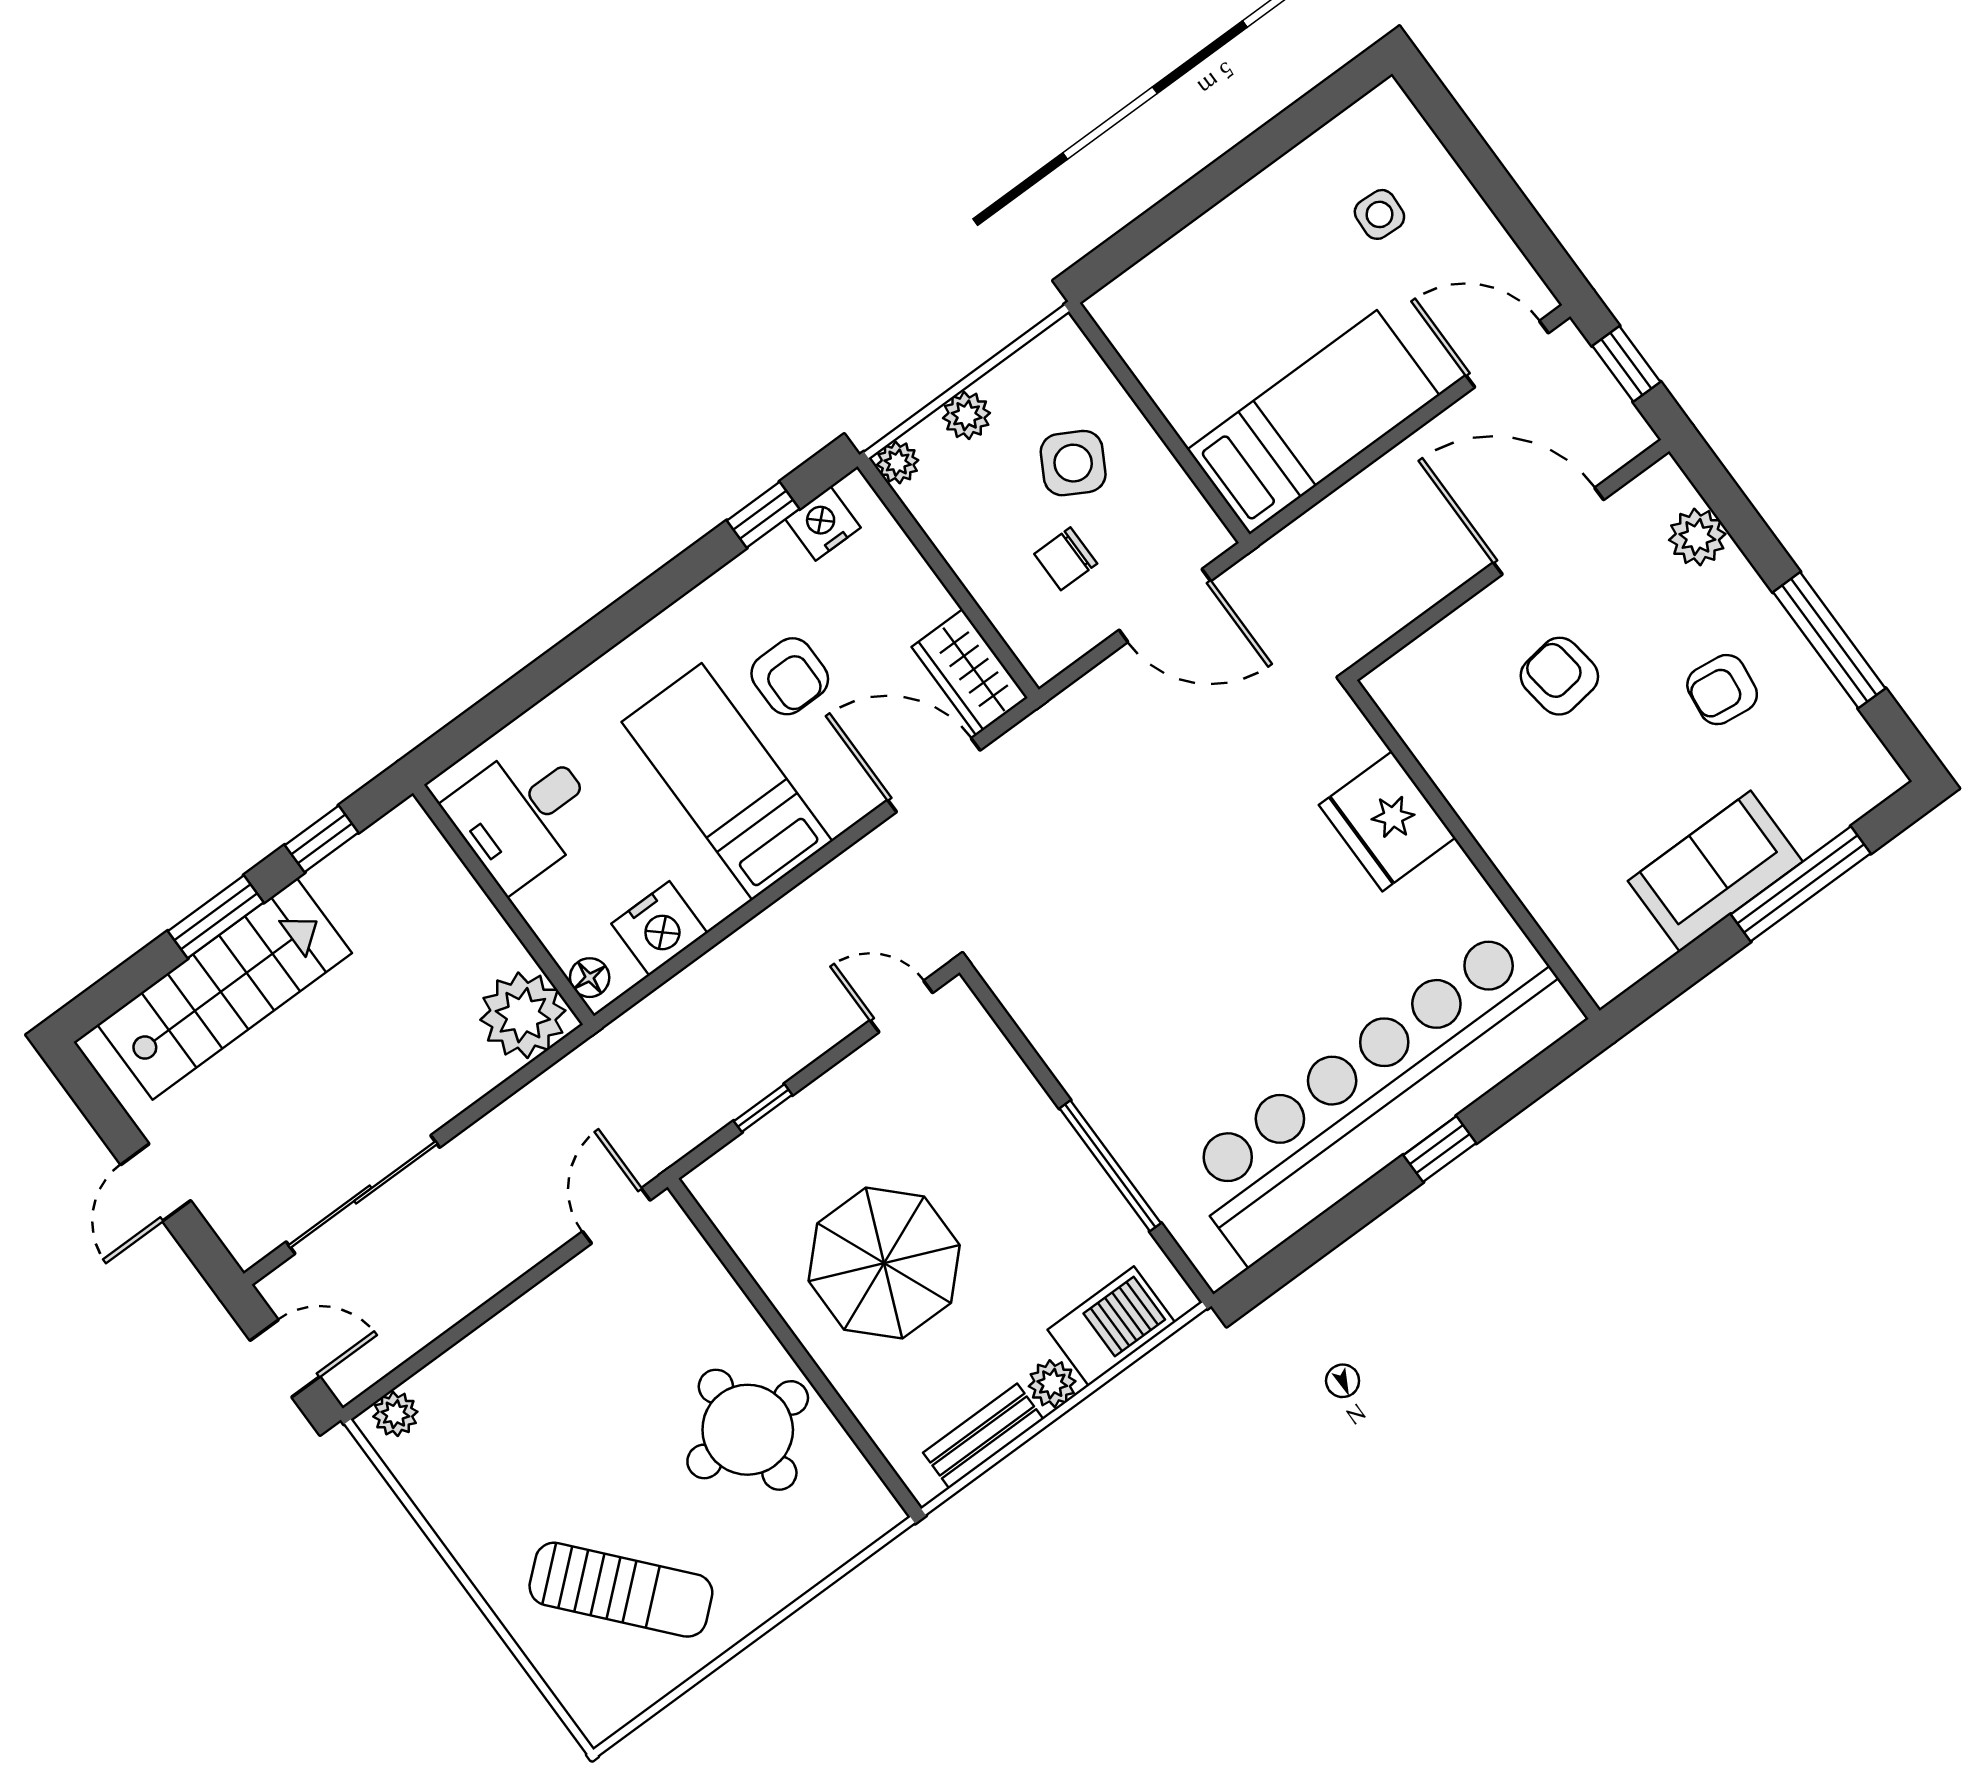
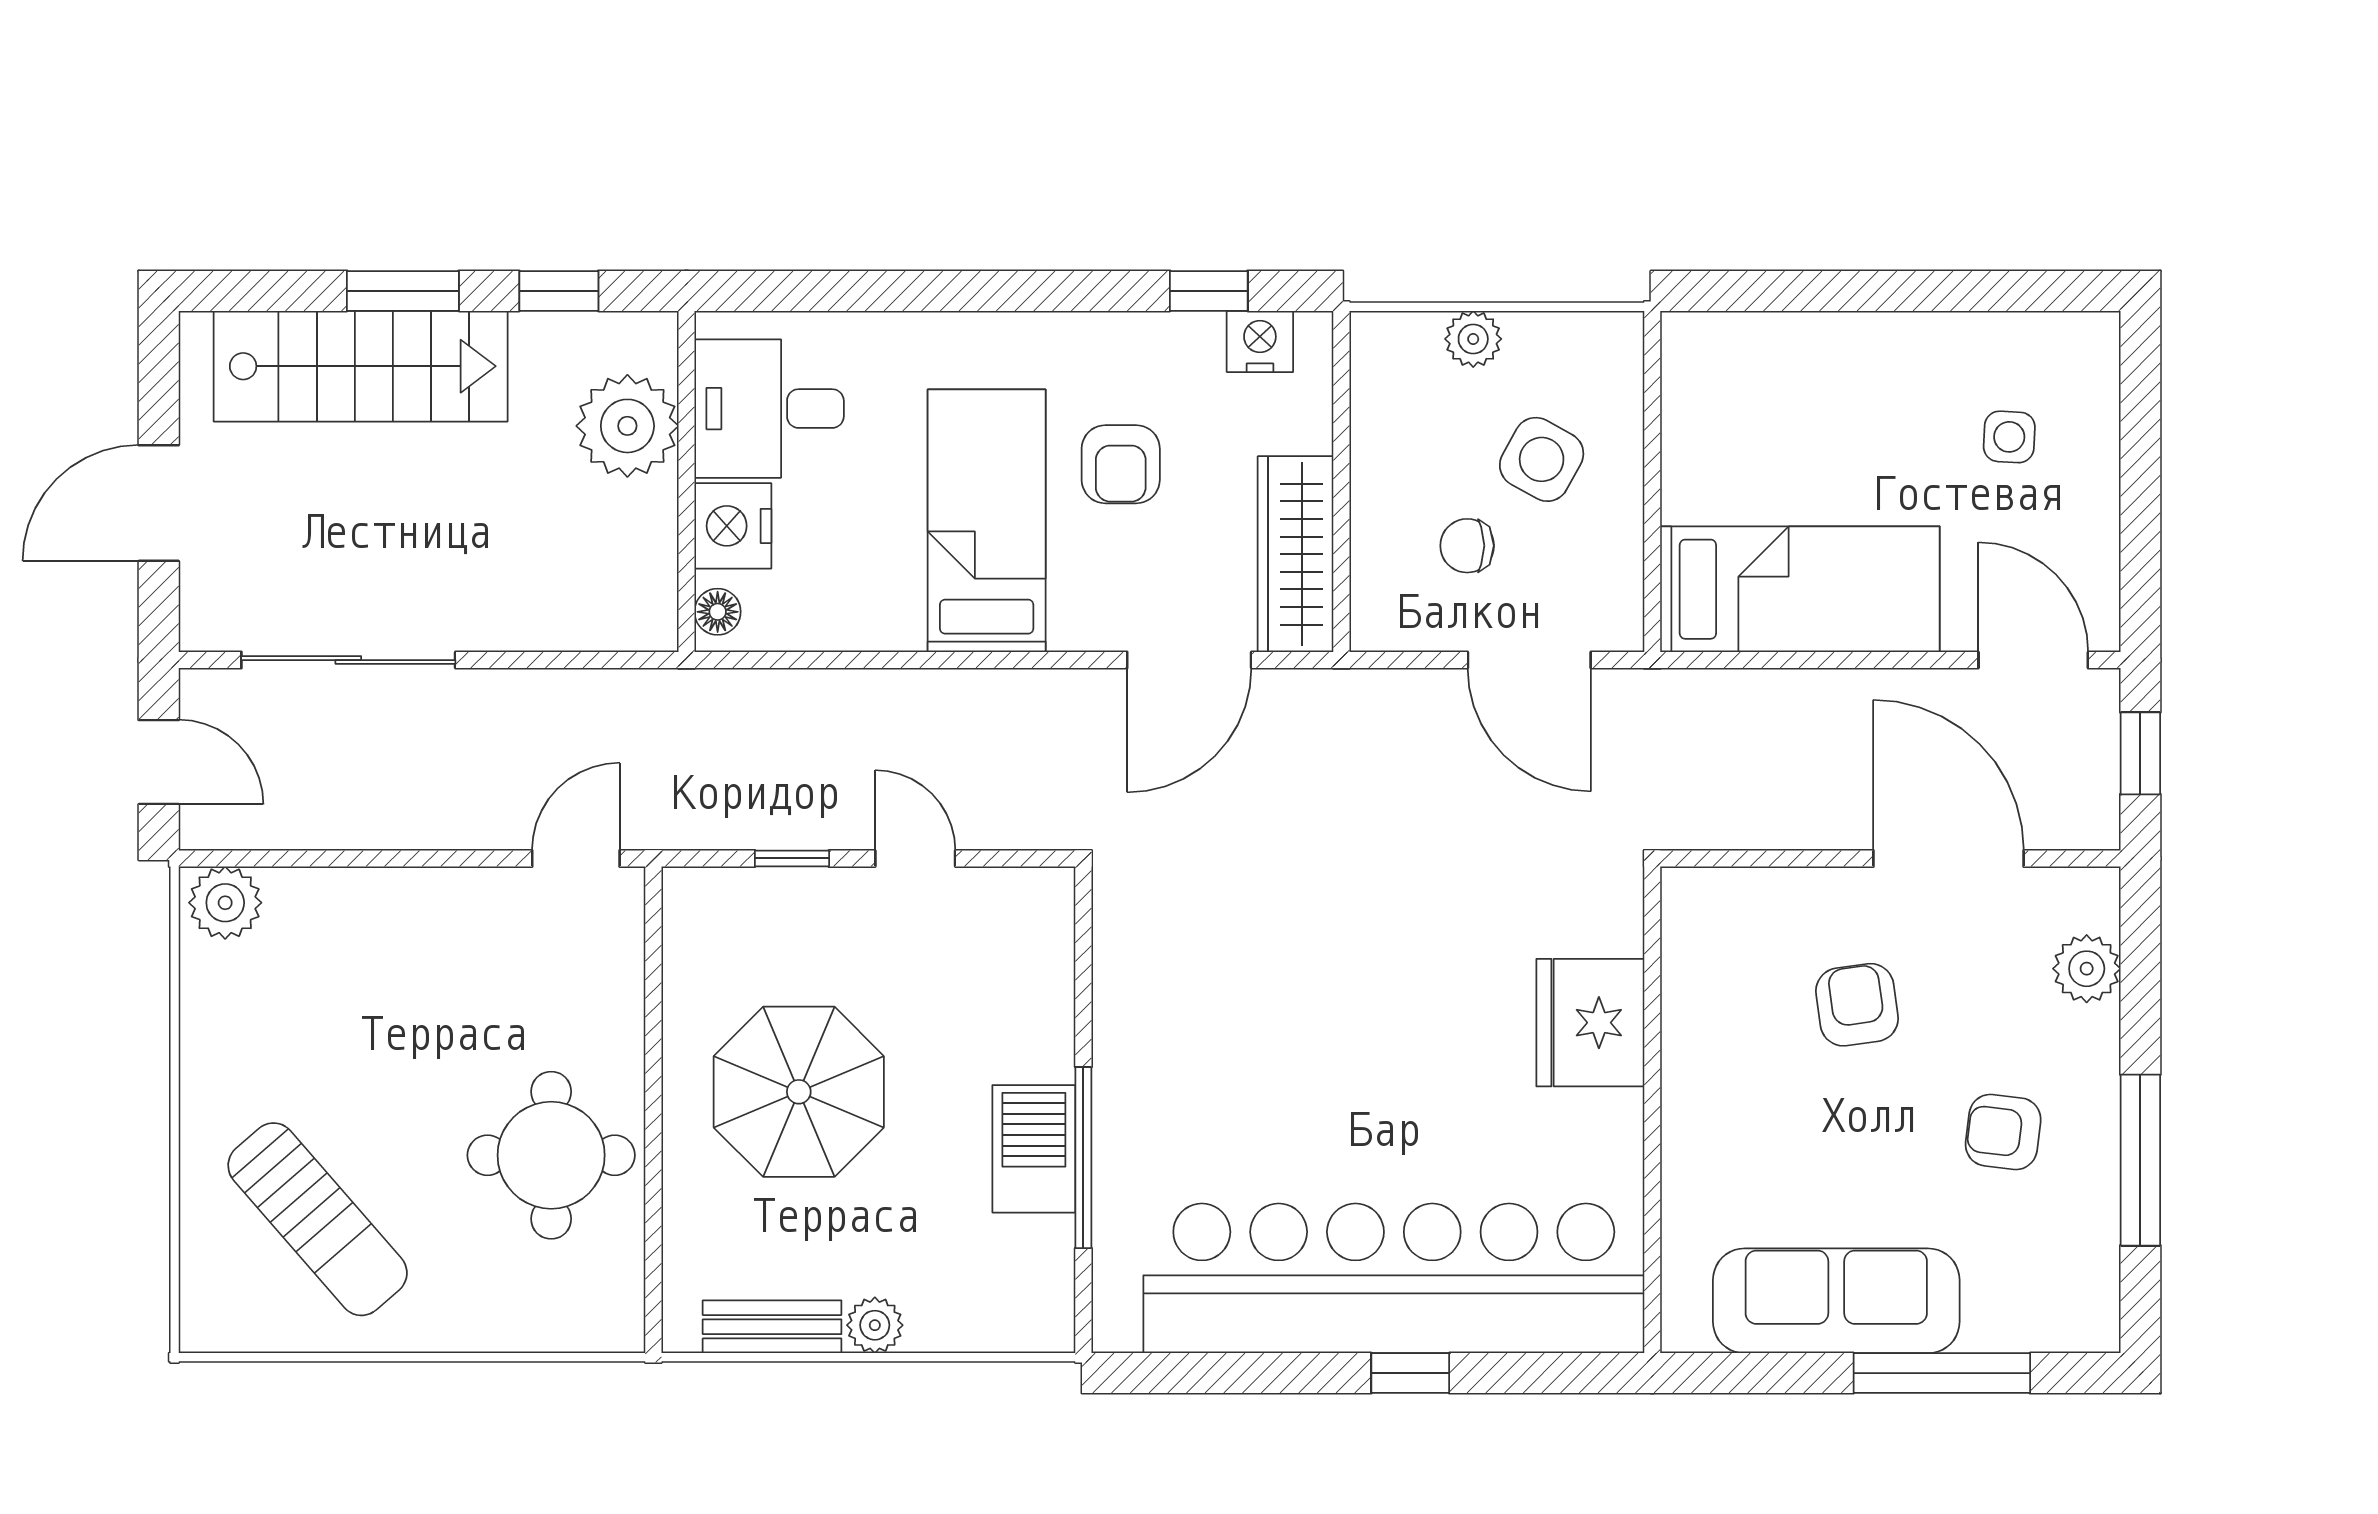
plant: (898, 463) -> (1374, 336), removed
wardrobe: (970, 672) -> (1296, 554), width x1.50
door: (934, 775) -> (1189, 660), swing flipped
sofa: (1715, 871) -> (1836, 1301), width x1.36
nightstand: (659, 928) -> (733, 526), moved, turned 90
door: (901, 1006) -> (915, 858), moved
plant: (523, 1015) -> (627, 426), moved
door: (156, 1183) -> (159, 503), width x1.38
barbecue: (1111, 1326) -> (1034, 1149), moved, turned -90
plant: (395, 1414) -> (225, 903), width x1.38, depth x1.38

